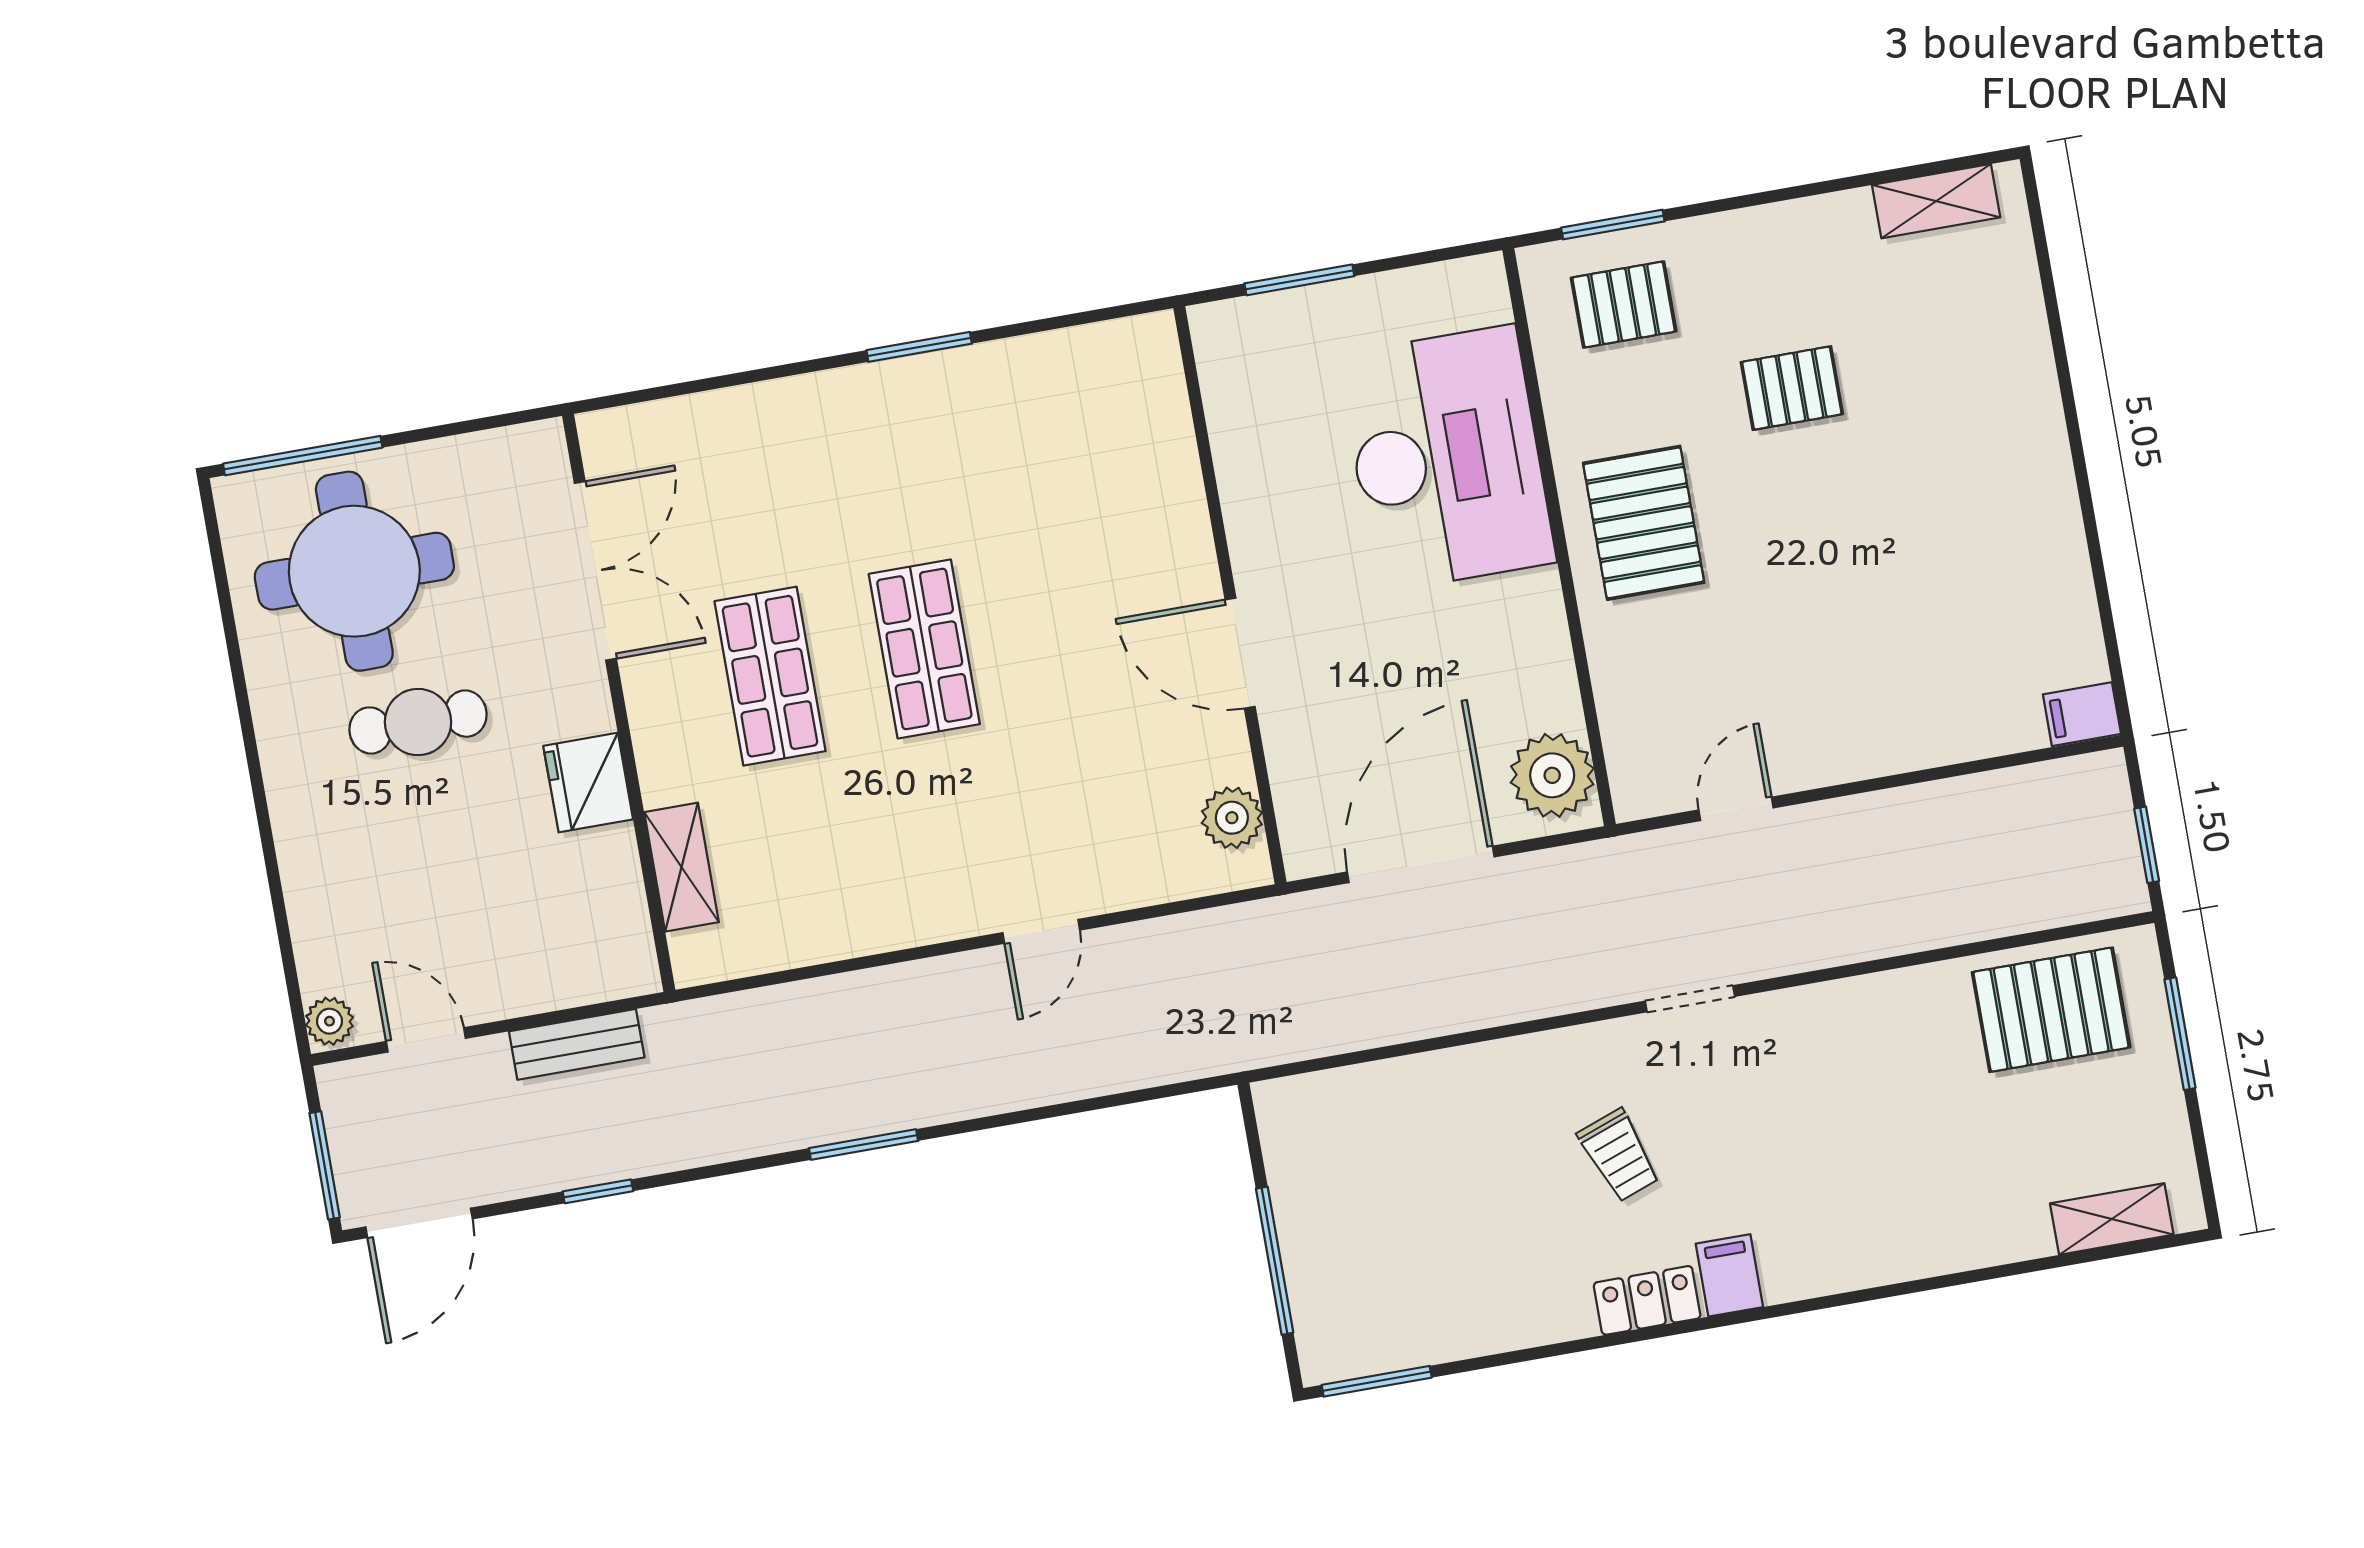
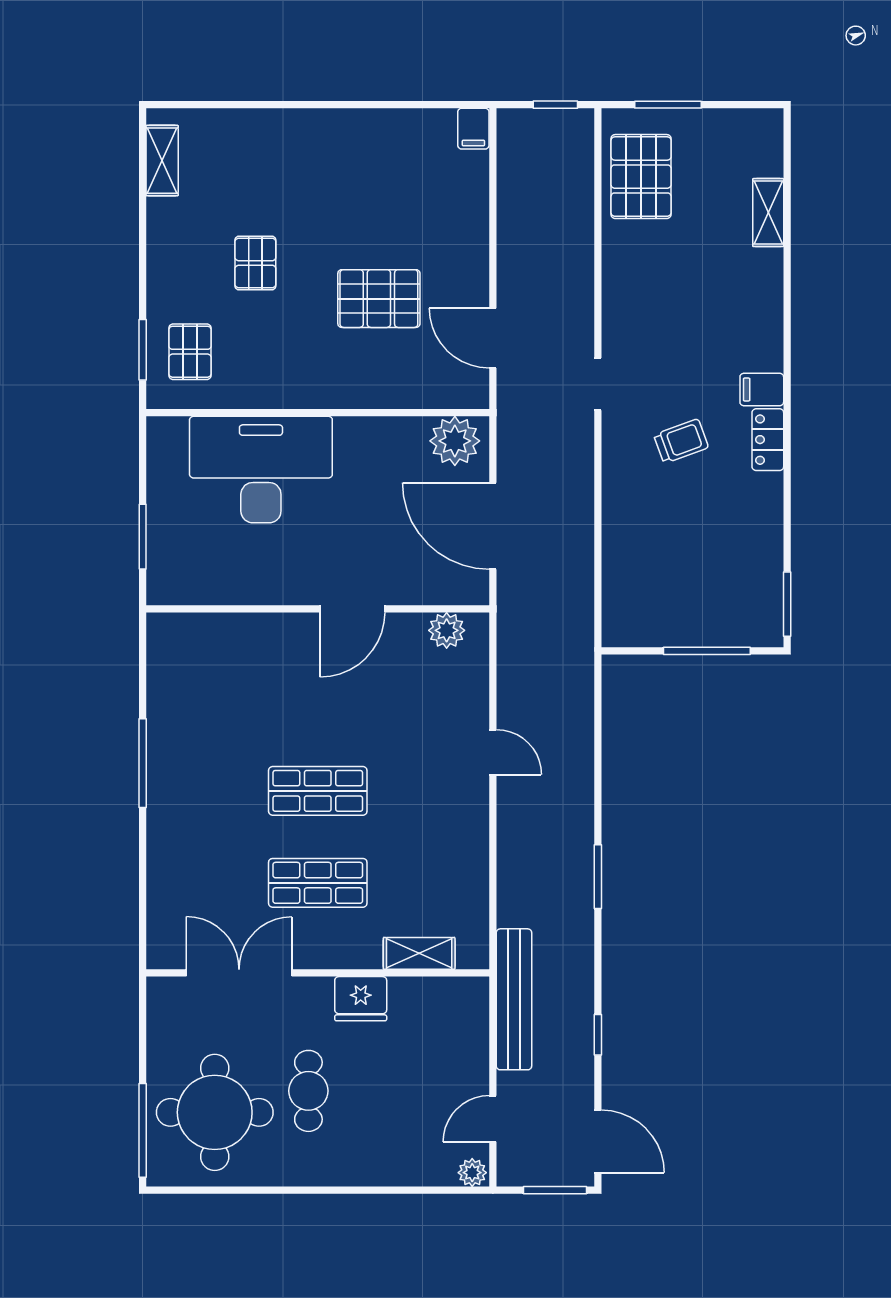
window: (919, 347) -> (143, 763), width x1.44
pallet: (1644, 523) -> (379, 299), moved
door: (1736, 809) -> (493, 338), width x1.38
bench: (577, 1044) -> (514, 999), width x1.86, depth x1.21
shelving: (2112, 1219) -> (768, 213), moved

